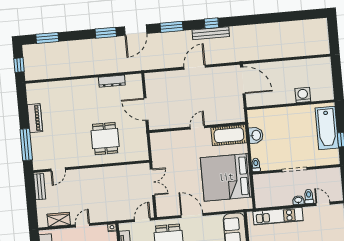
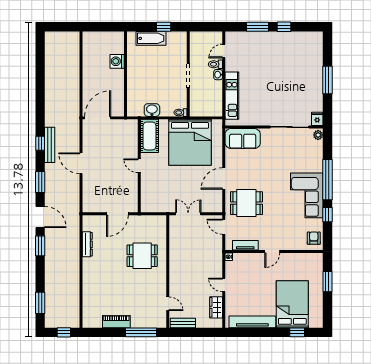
bathtub: (327, 128) -> (151, 38), width x0.73, depth x0.73

